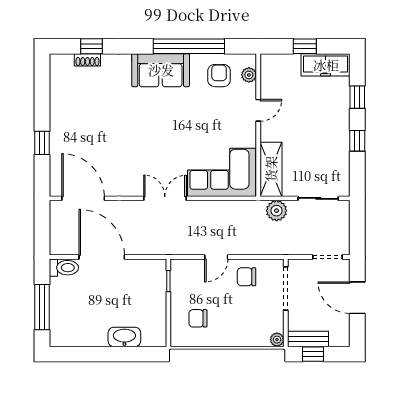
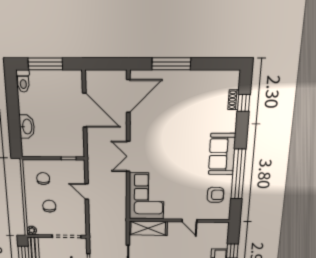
plant: (249, 75) -> (215, 215), removed
window: (42, 143) -> (171, 64), width x2.17
double door: (165, 198) -> (128, 156), swing flipped
plant: (277, 211) -> (120, 231), removed
door: (102, 257) -> (85, 110), hinge flipped
toilet: (64, 268) -> (23, 81), moved
chair: (246, 277) -> (49, 206), moved

